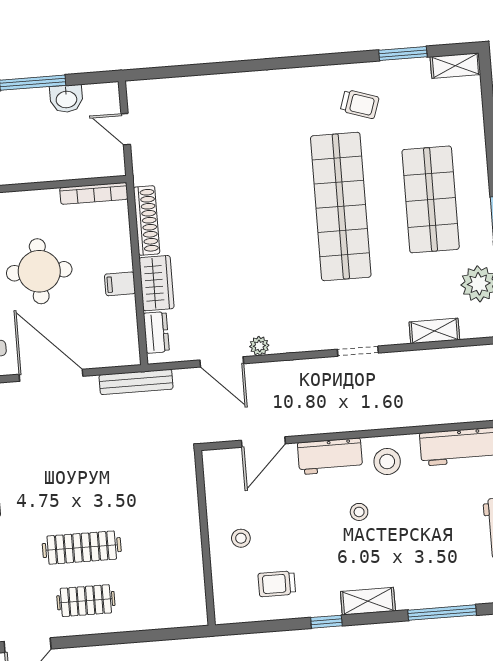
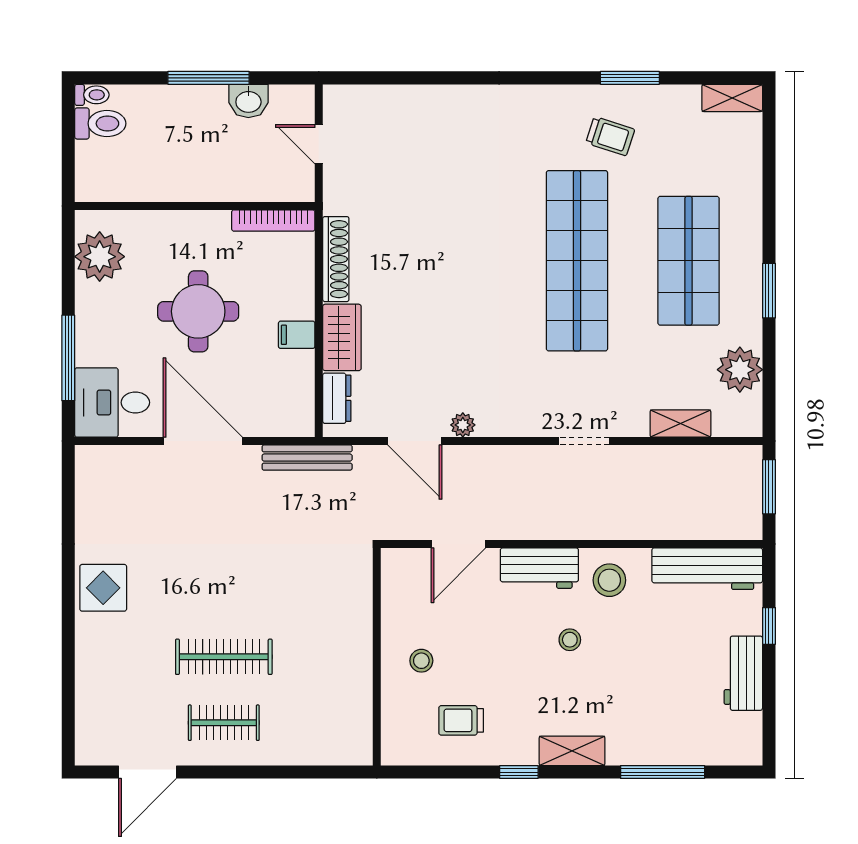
window: (403, 54) -> (630, 78), moved

